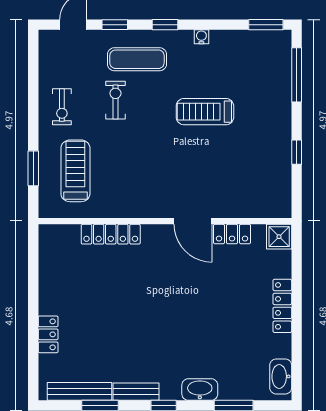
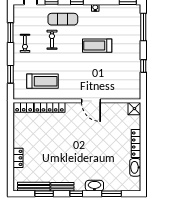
window: (33, 86) -> (10, 33), added
treadmill: (75, 171) -> (43, 81), moved, turned 90
locker: (232, 234) -> (24, 107), moved
washbasin: (281, 376) -> (135, 167), moved

